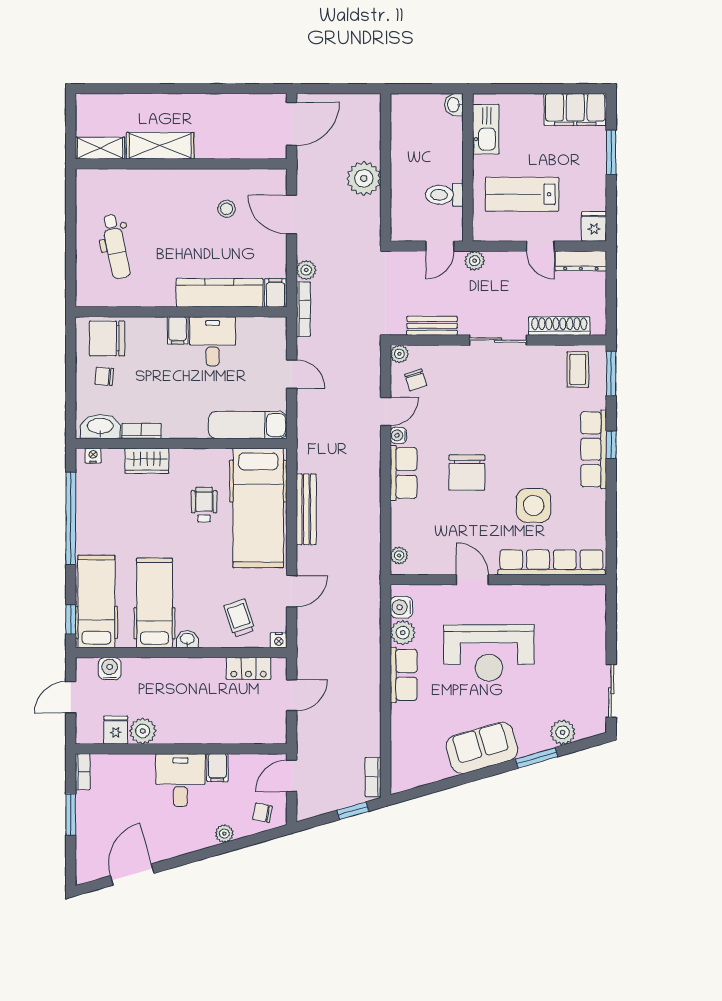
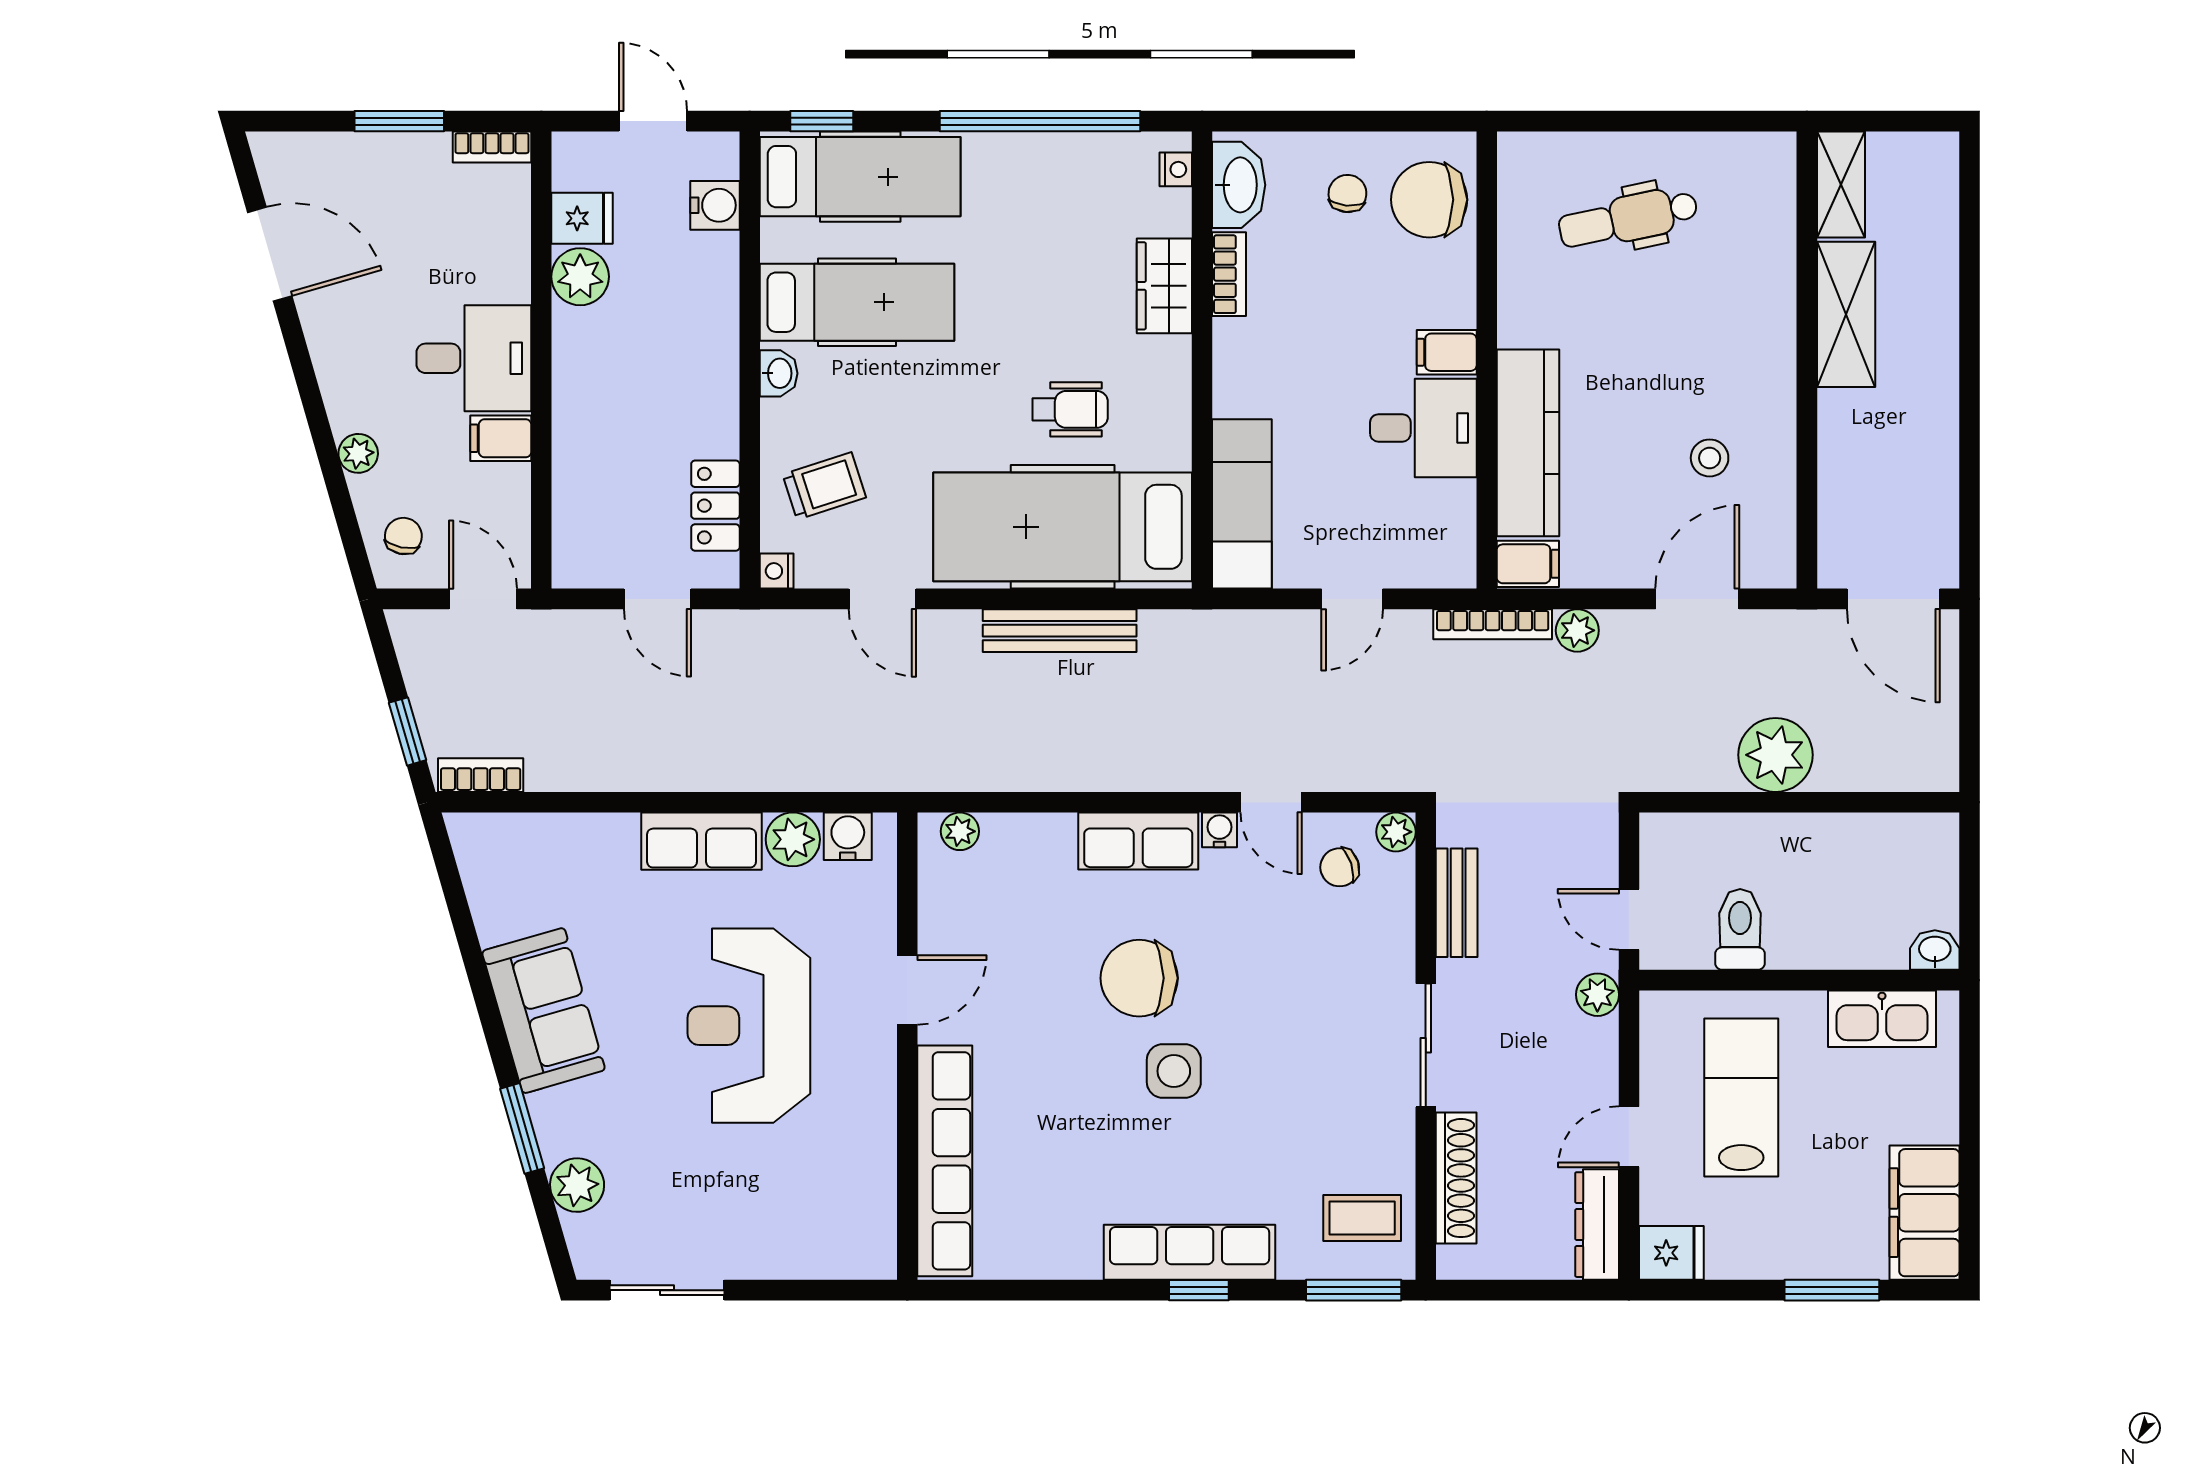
chair: (107, 339) -> (1429, 200), turned -90
side table: (534, 505) -> (1174, 1071), moved, width x0.73, depth x0.73

